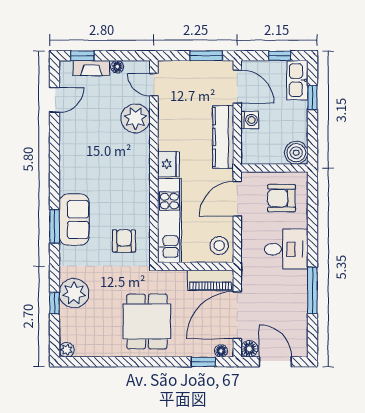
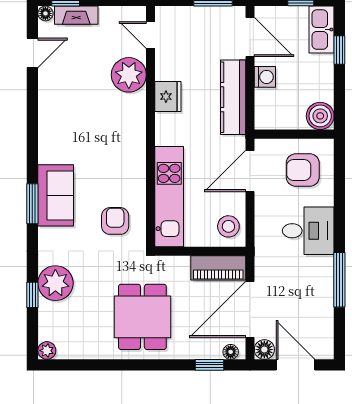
floor lamp: (117, 67) -> (45, 13), moved
fridge: (168, 164) -> (168, 97), moved

